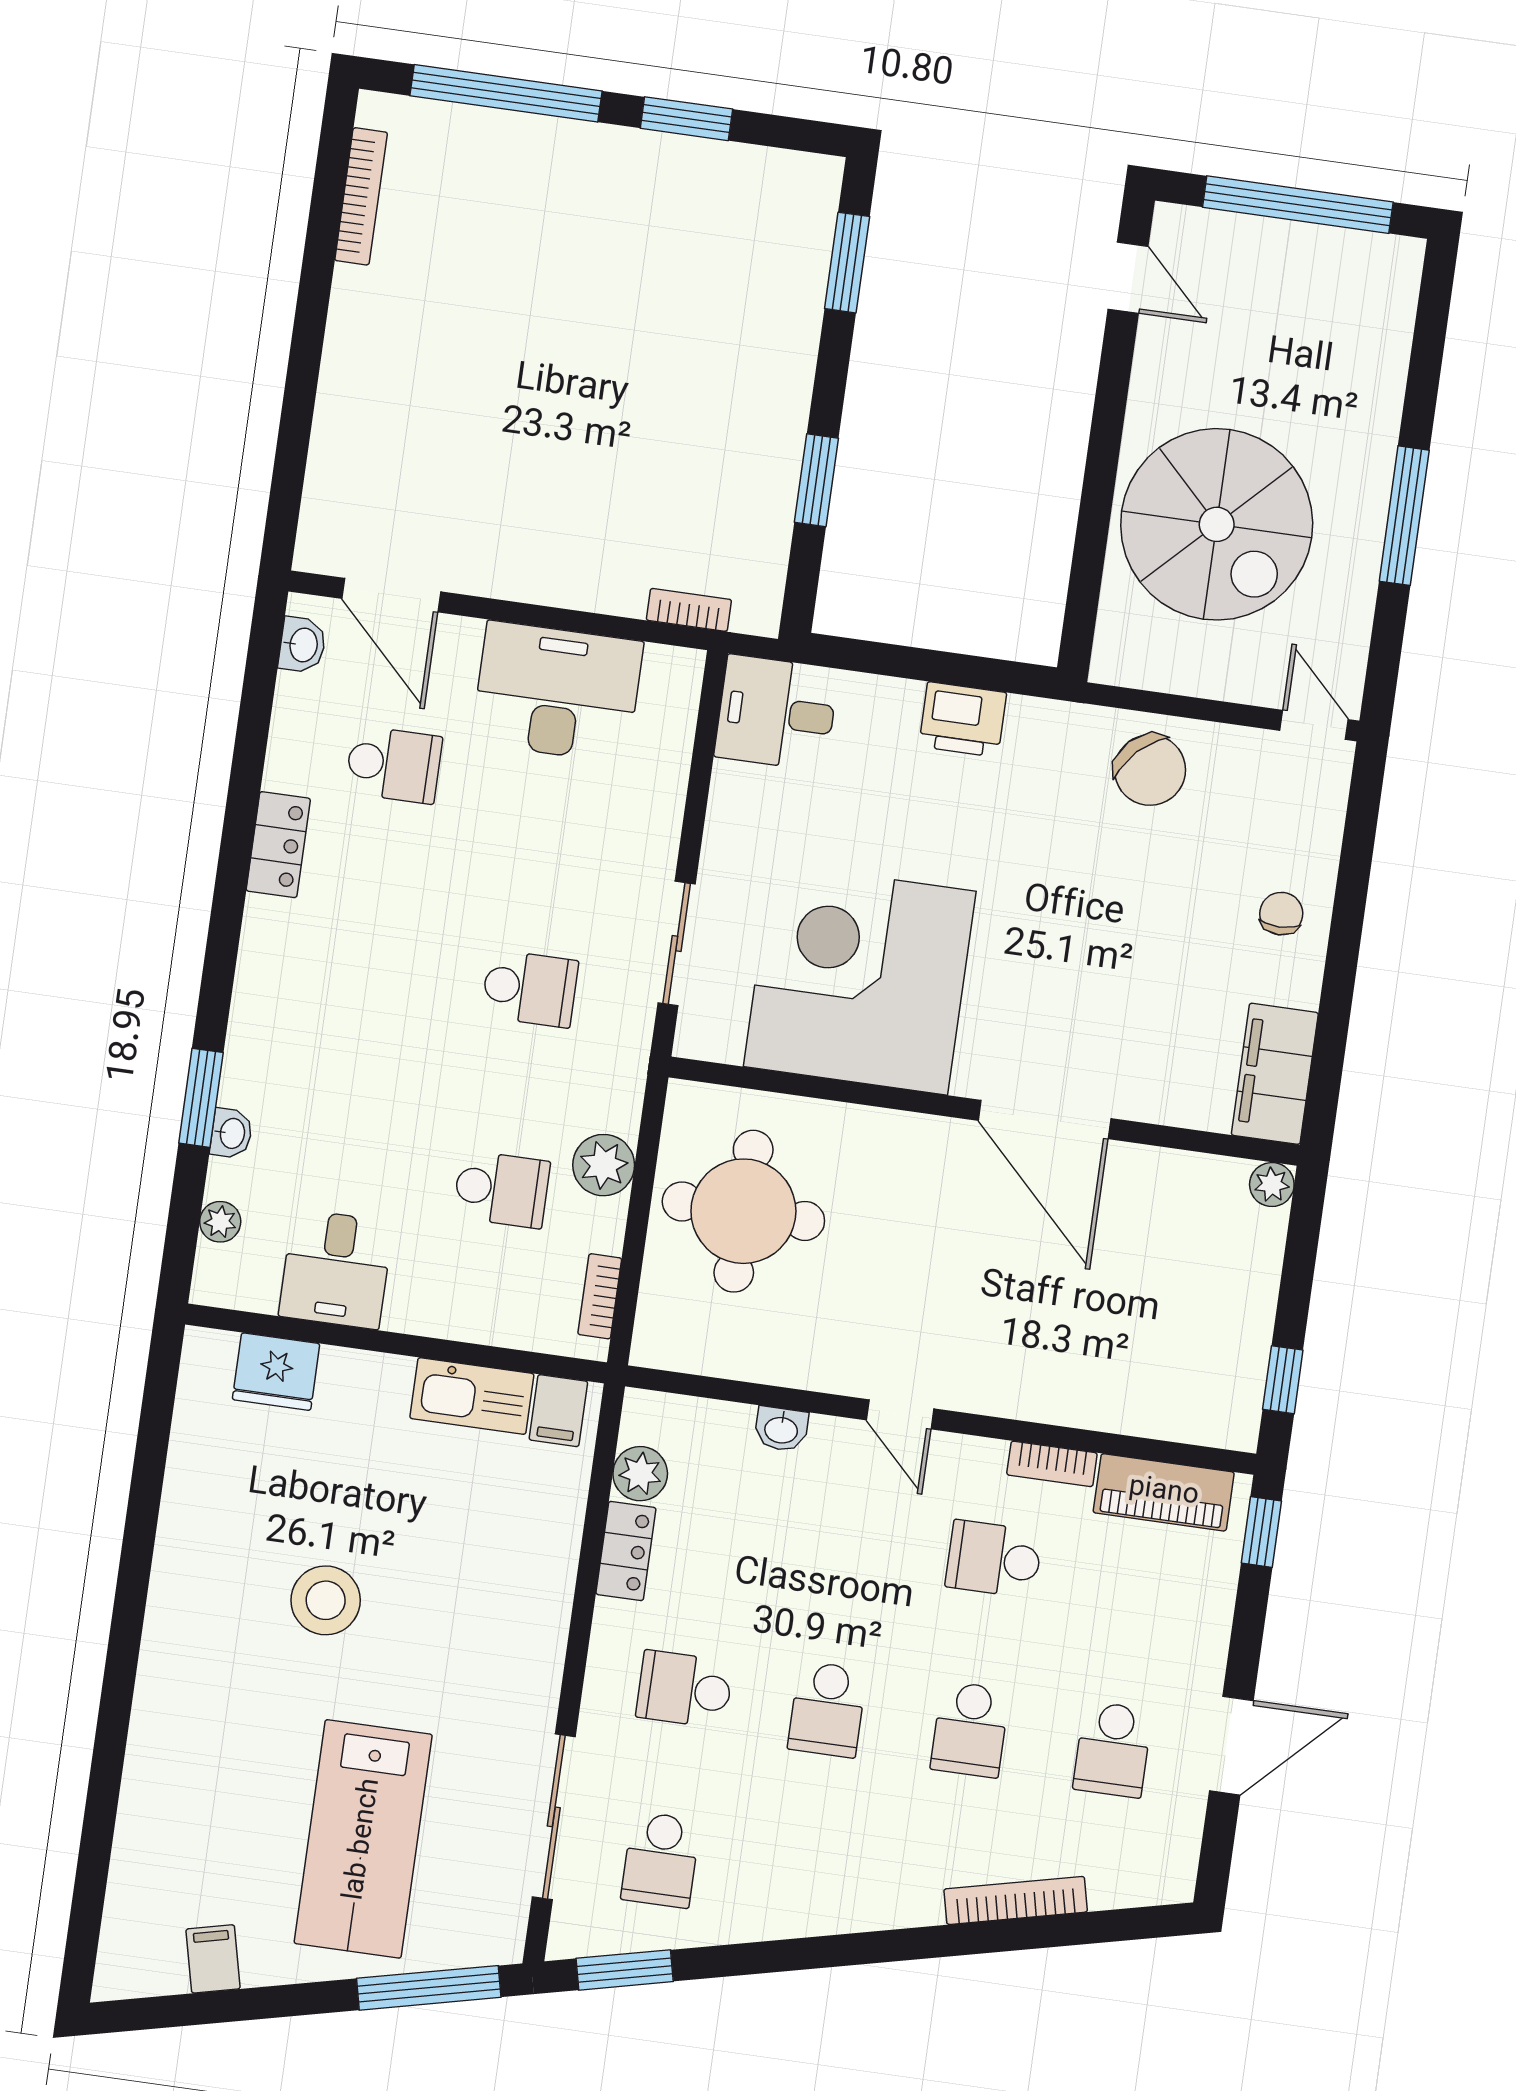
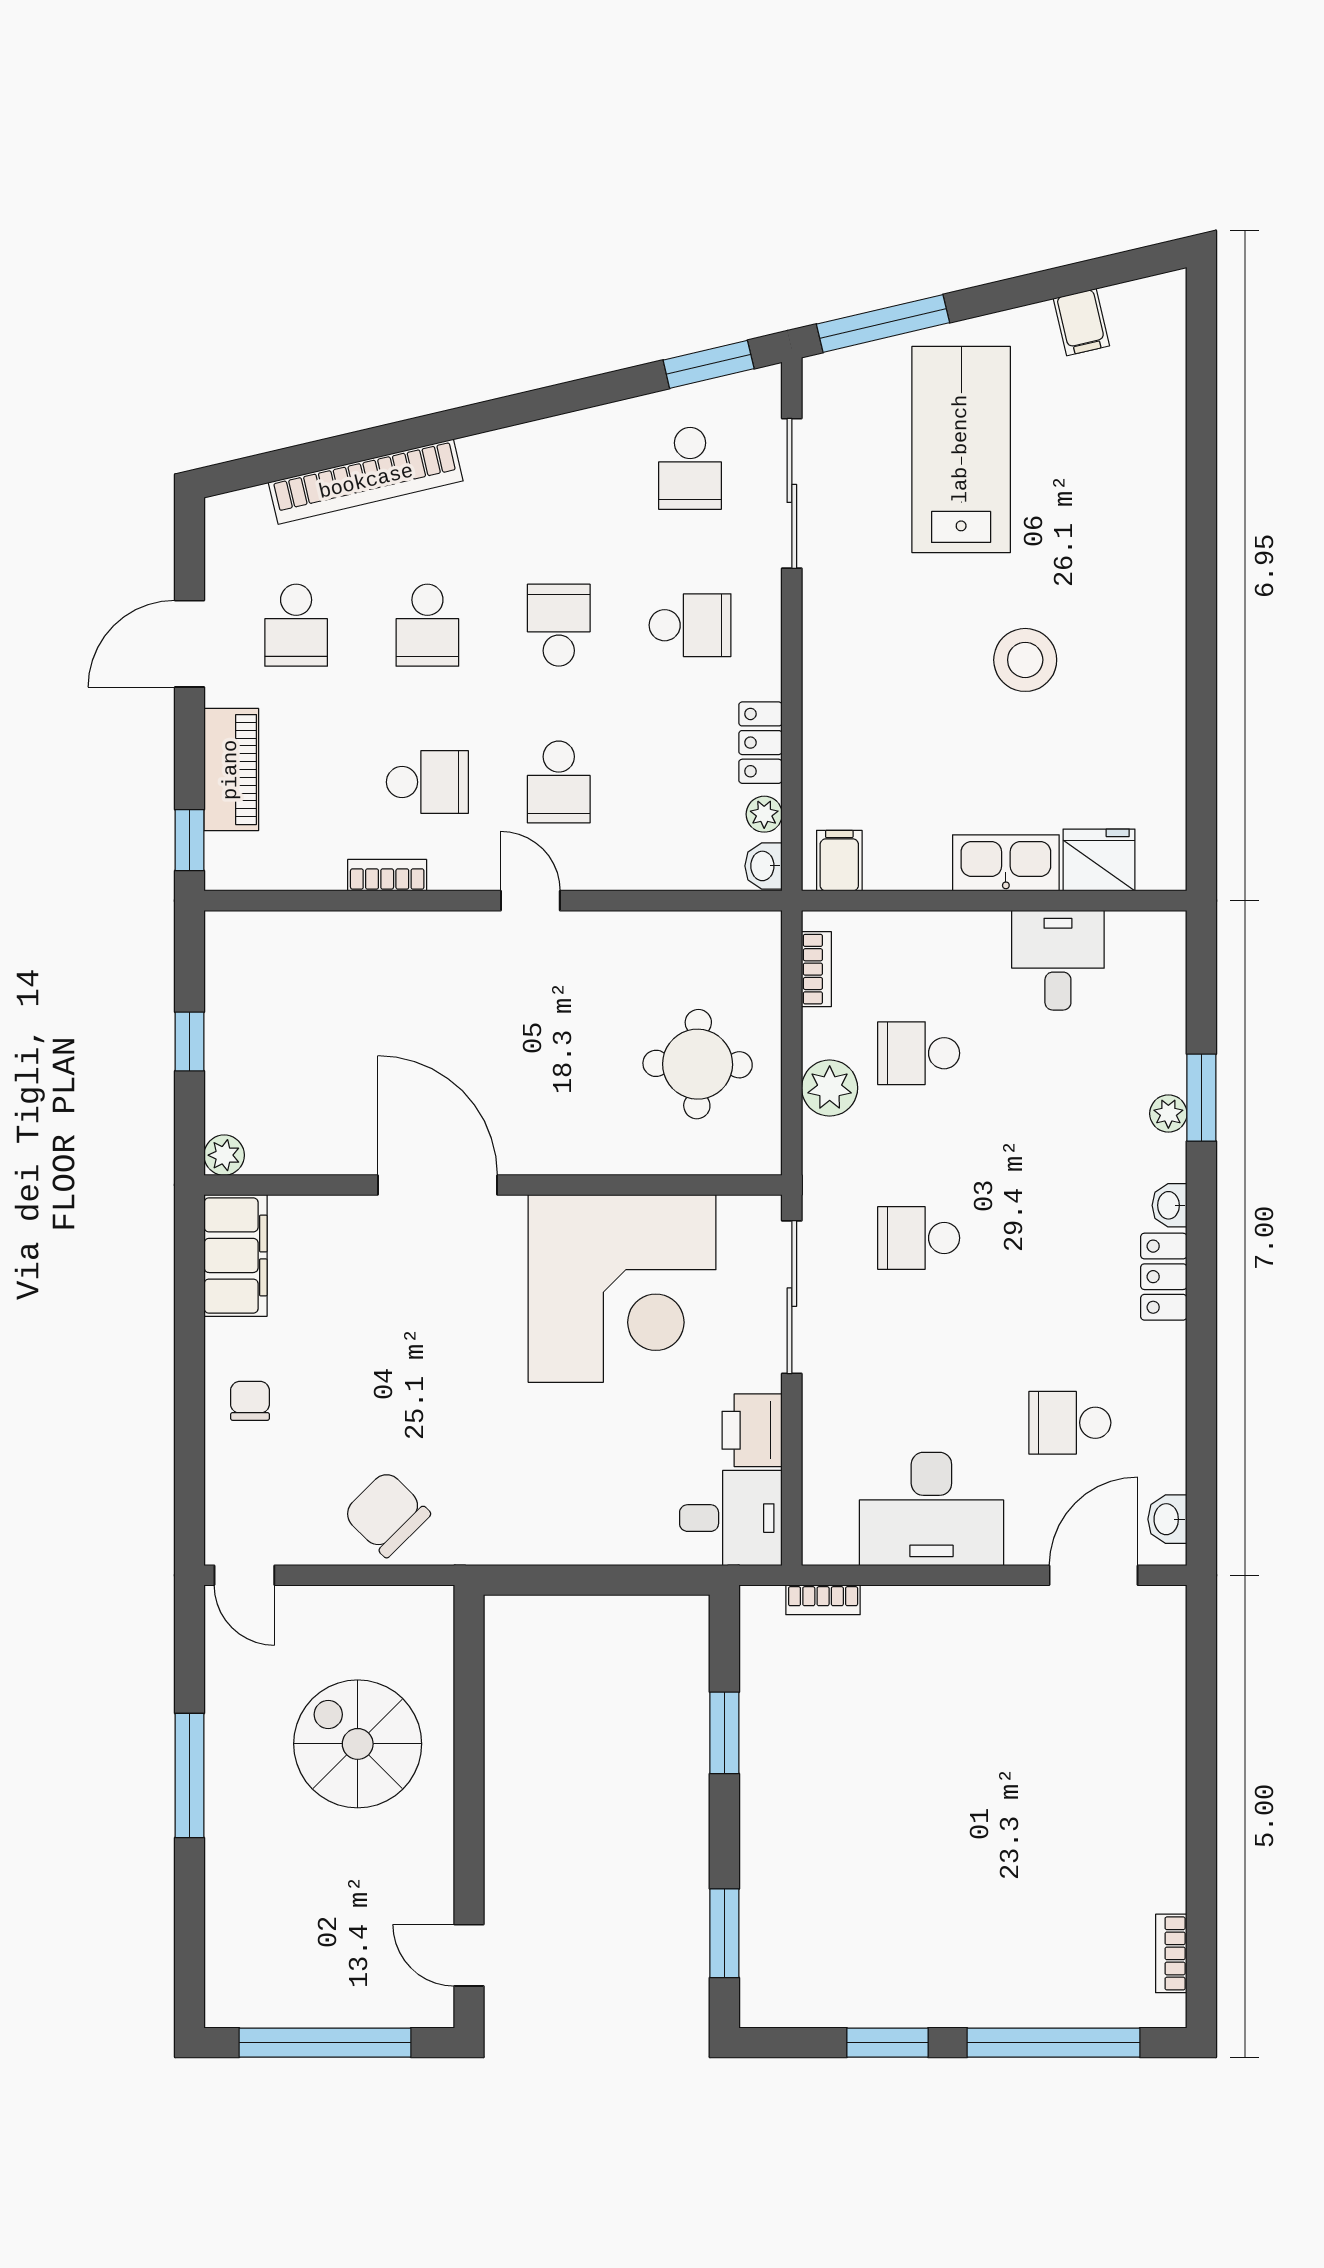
bookcase: (361, 196) -> (1171, 1953), width x0.64
spiral stairs: (1217, 524) -> (358, 1744), width x0.73, depth x0.73
door: (391, 595) -> (1093, 1575), hinge flipped
printer: (963, 719) -> (752, 1430), moved, turned -90
locker: (278, 845) -> (1164, 1277), moved
chair: (1281, 914) -> (250, 1401), turned 180
sliding door: (677, 943) -> (792, 1297), width x1.37
washbasin: (231, 1133) -> (1170, 1205), moved
round table: (743, 1211) -> (698, 1064), width x0.73, depth x0.73
plant: (220, 1222) -> (1168, 1114), moved
window: (1283, 1380) -> (189, 1042), moved
kitchen sink: (472, 1396) -> (1006, 863), moved
washbasin: (781, 1429) -> (764, 866), moved, turned -90
plant: (640, 1474) -> (764, 814), width x0.73, depth x0.73
piano: (1164, 1492) -> (231, 770), moved, turned 90
school desk: (851, 1539) -> (559, 782), added
school desk: (970, 1729) -> (427, 625), turned 180
school desk: (1113, 1749) -> (296, 625), turned 180
school desk: (661, 1860) -> (690, 468), turned 180
bookcase: (1016, 1900) -> (366, 482), width x1.48, depth x1.31

